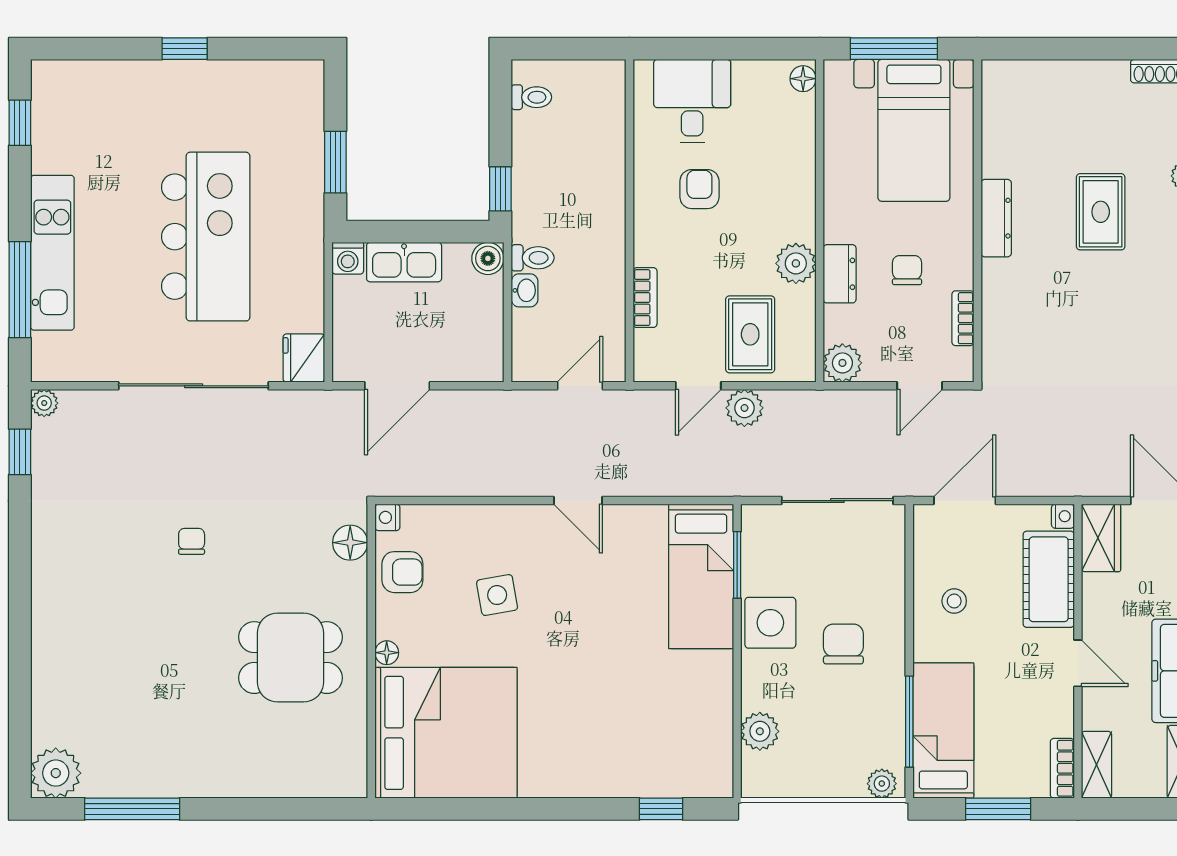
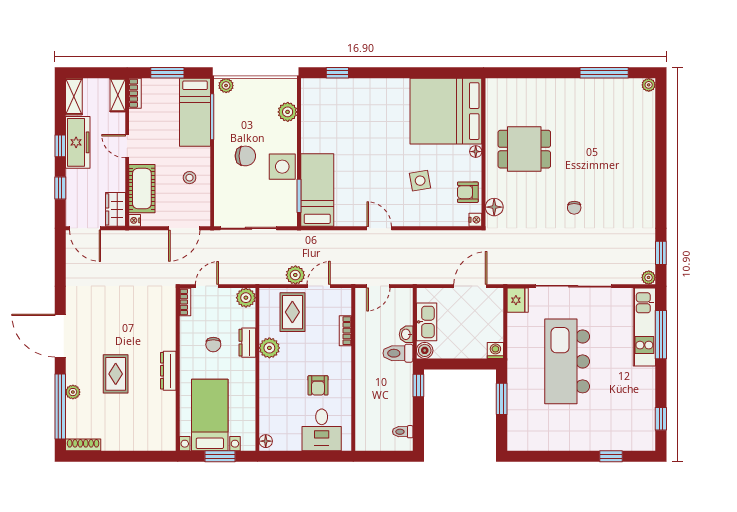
window: (185, 49) -> (611, 456), moved
window: (894, 49) -> (220, 456), width x0.69
kitchen unit: (52, 253) -> (644, 327), moved
toilet: (533, 258) -> (398, 353), width x1.37, depth x1.39
kitchen sink: (404, 262) -> (427, 322), moved, turned 90
bookcase: (963, 318) -> (185, 302), moved
chair: (843, 644) -> (245, 156), turned -90
plant: (56, 773) -> (649, 85), width x0.53, depth x0.53

